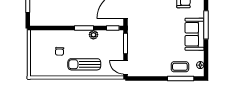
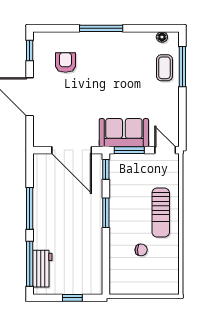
sofa: (195, 34) -> (124, 133), moved, turned 180
plant: (93, 35) -> (116, 199), removed
door: (126, 67) -> (165, 150), swing flipped

